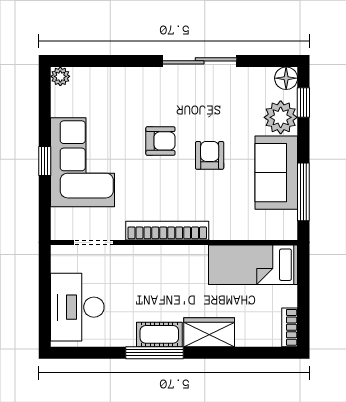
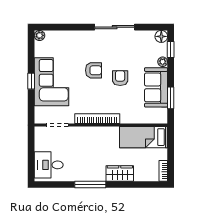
plant: (281, 117) -> (163, 62), width x0.53, depth x0.53
window: (303, 192) -> (171, 98), width x0.69
desk: (77, 307) -> (49, 165), width x0.73
cot: (159, 334) -> (93, 175), removed

